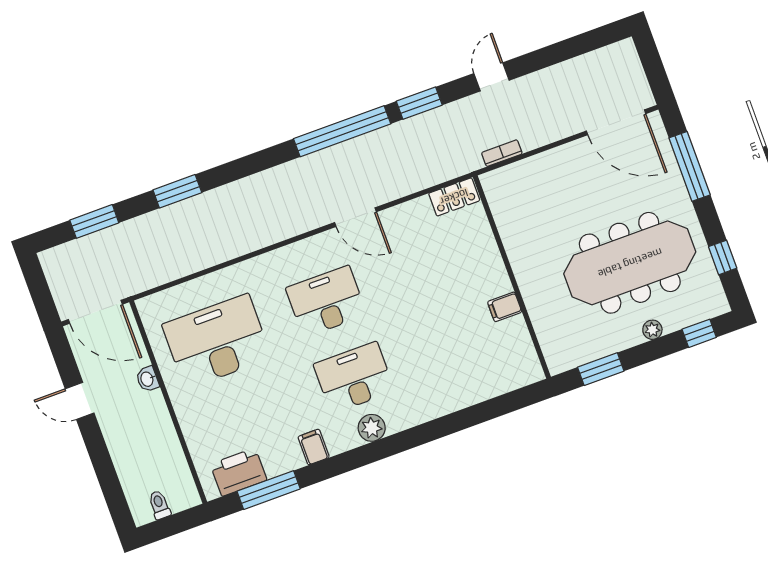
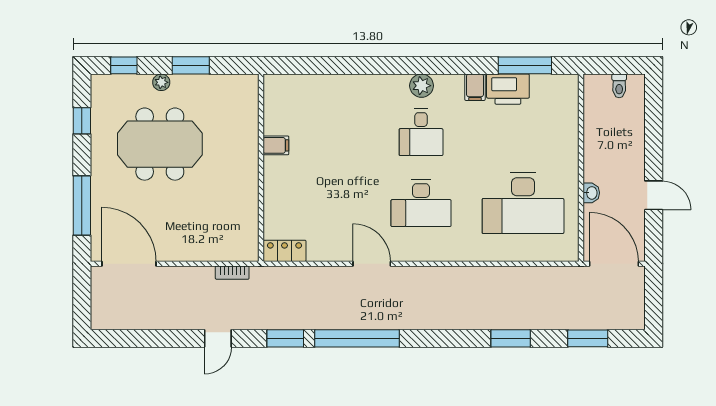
meeting table: (630, 263) -> (160, 144), width x0.73
window: (601, 369) -> (191, 65), moved
desk: (354, 378) -> (421, 132), width x0.73
printer: (239, 472) -> (508, 89), moved

